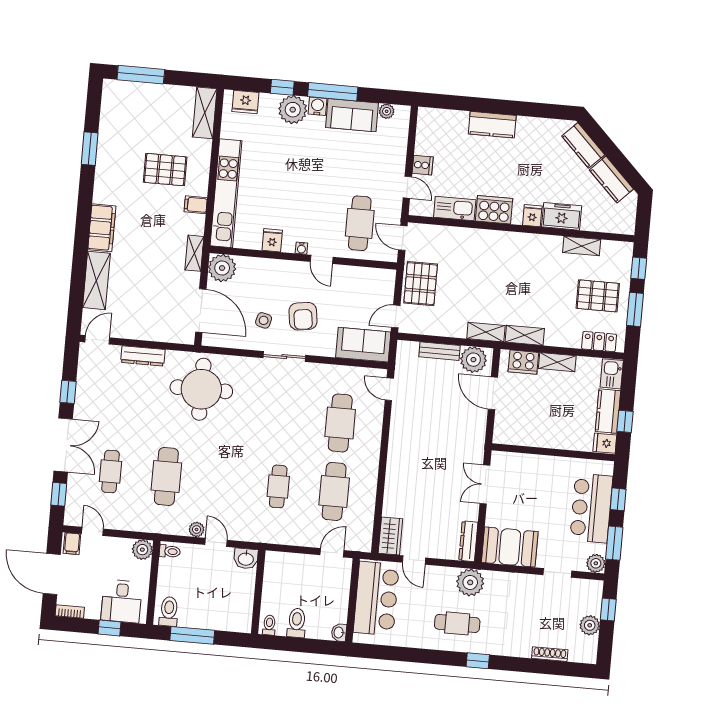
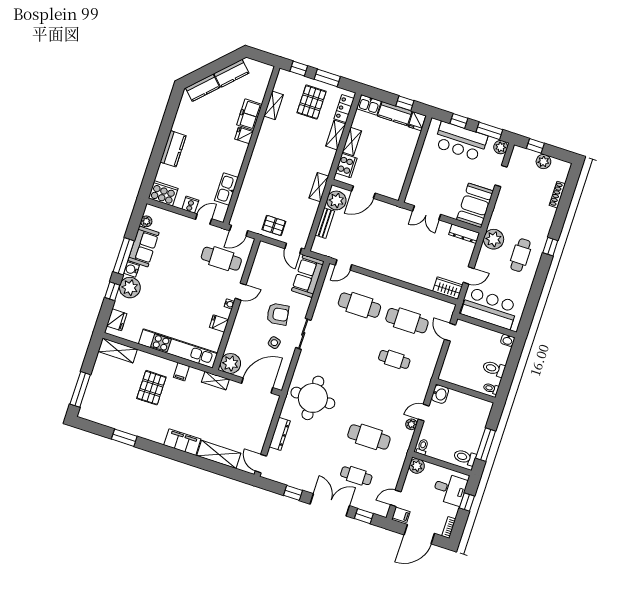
cooker: (494, 210) -> (163, 193), moved, turned 90
pallet: (421, 284) -> (274, 225), width x0.67, depth x0.71
shelving: (525, 335) -> (336, 135), moved

